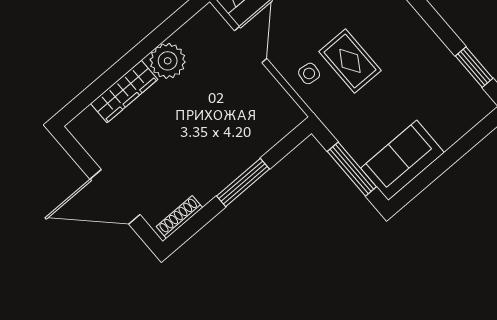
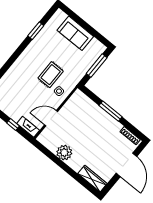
window: (474, 67) -> (36, 31), moved
wardrobe: (124, 92) -> (92, 179), moved
sofa: (402, 160) -> (75, 33), moved

